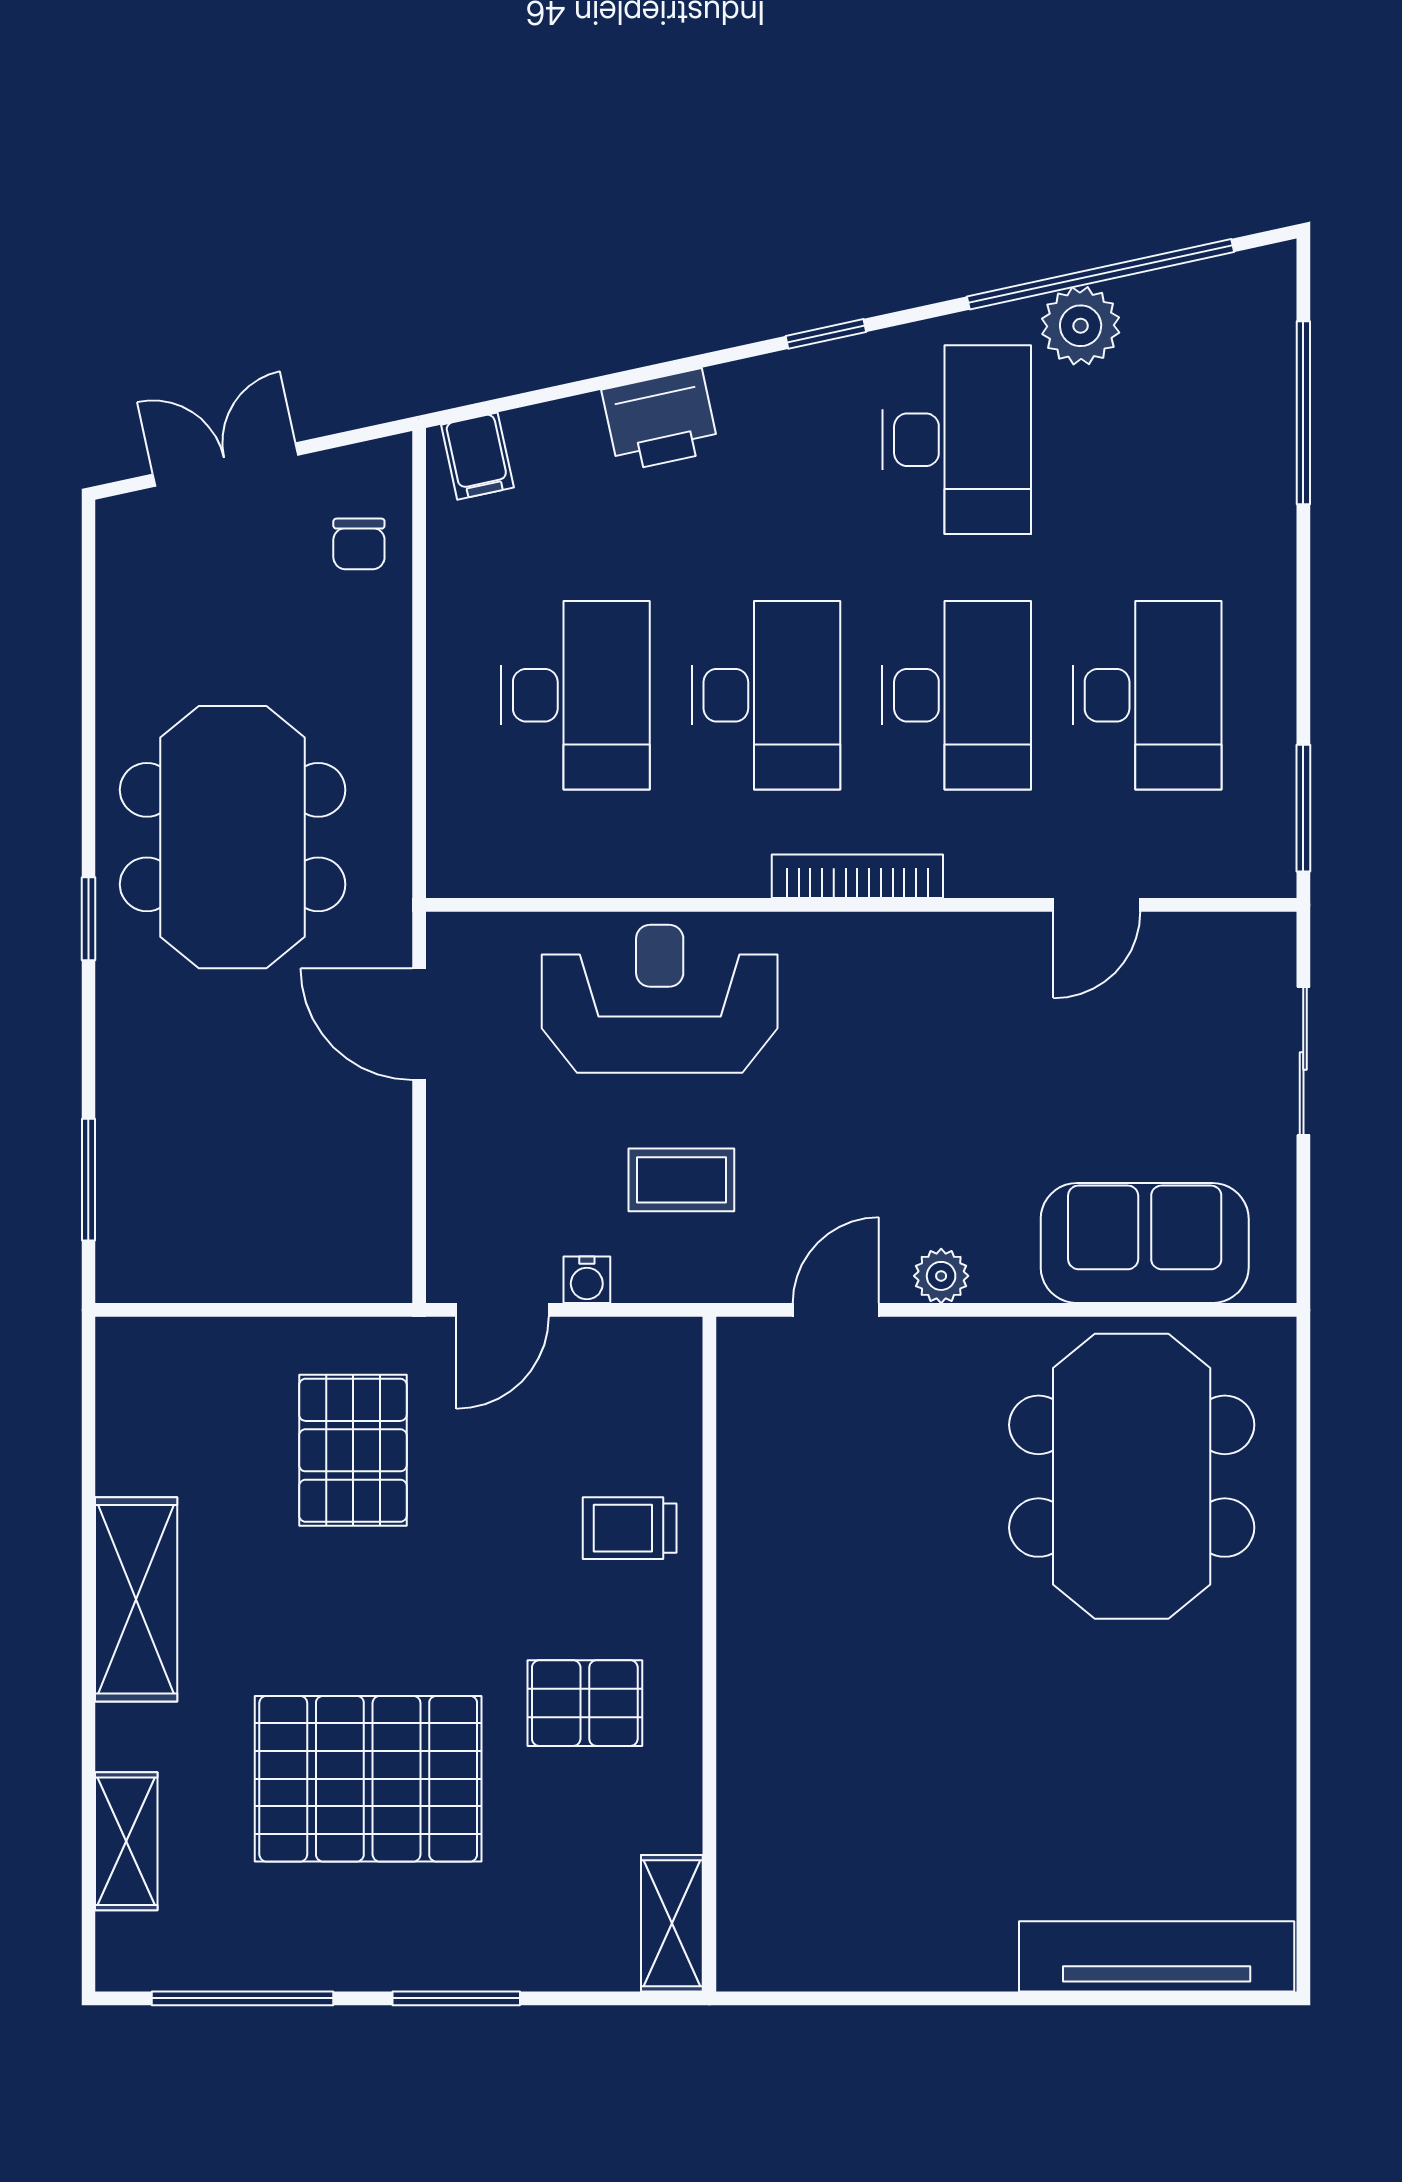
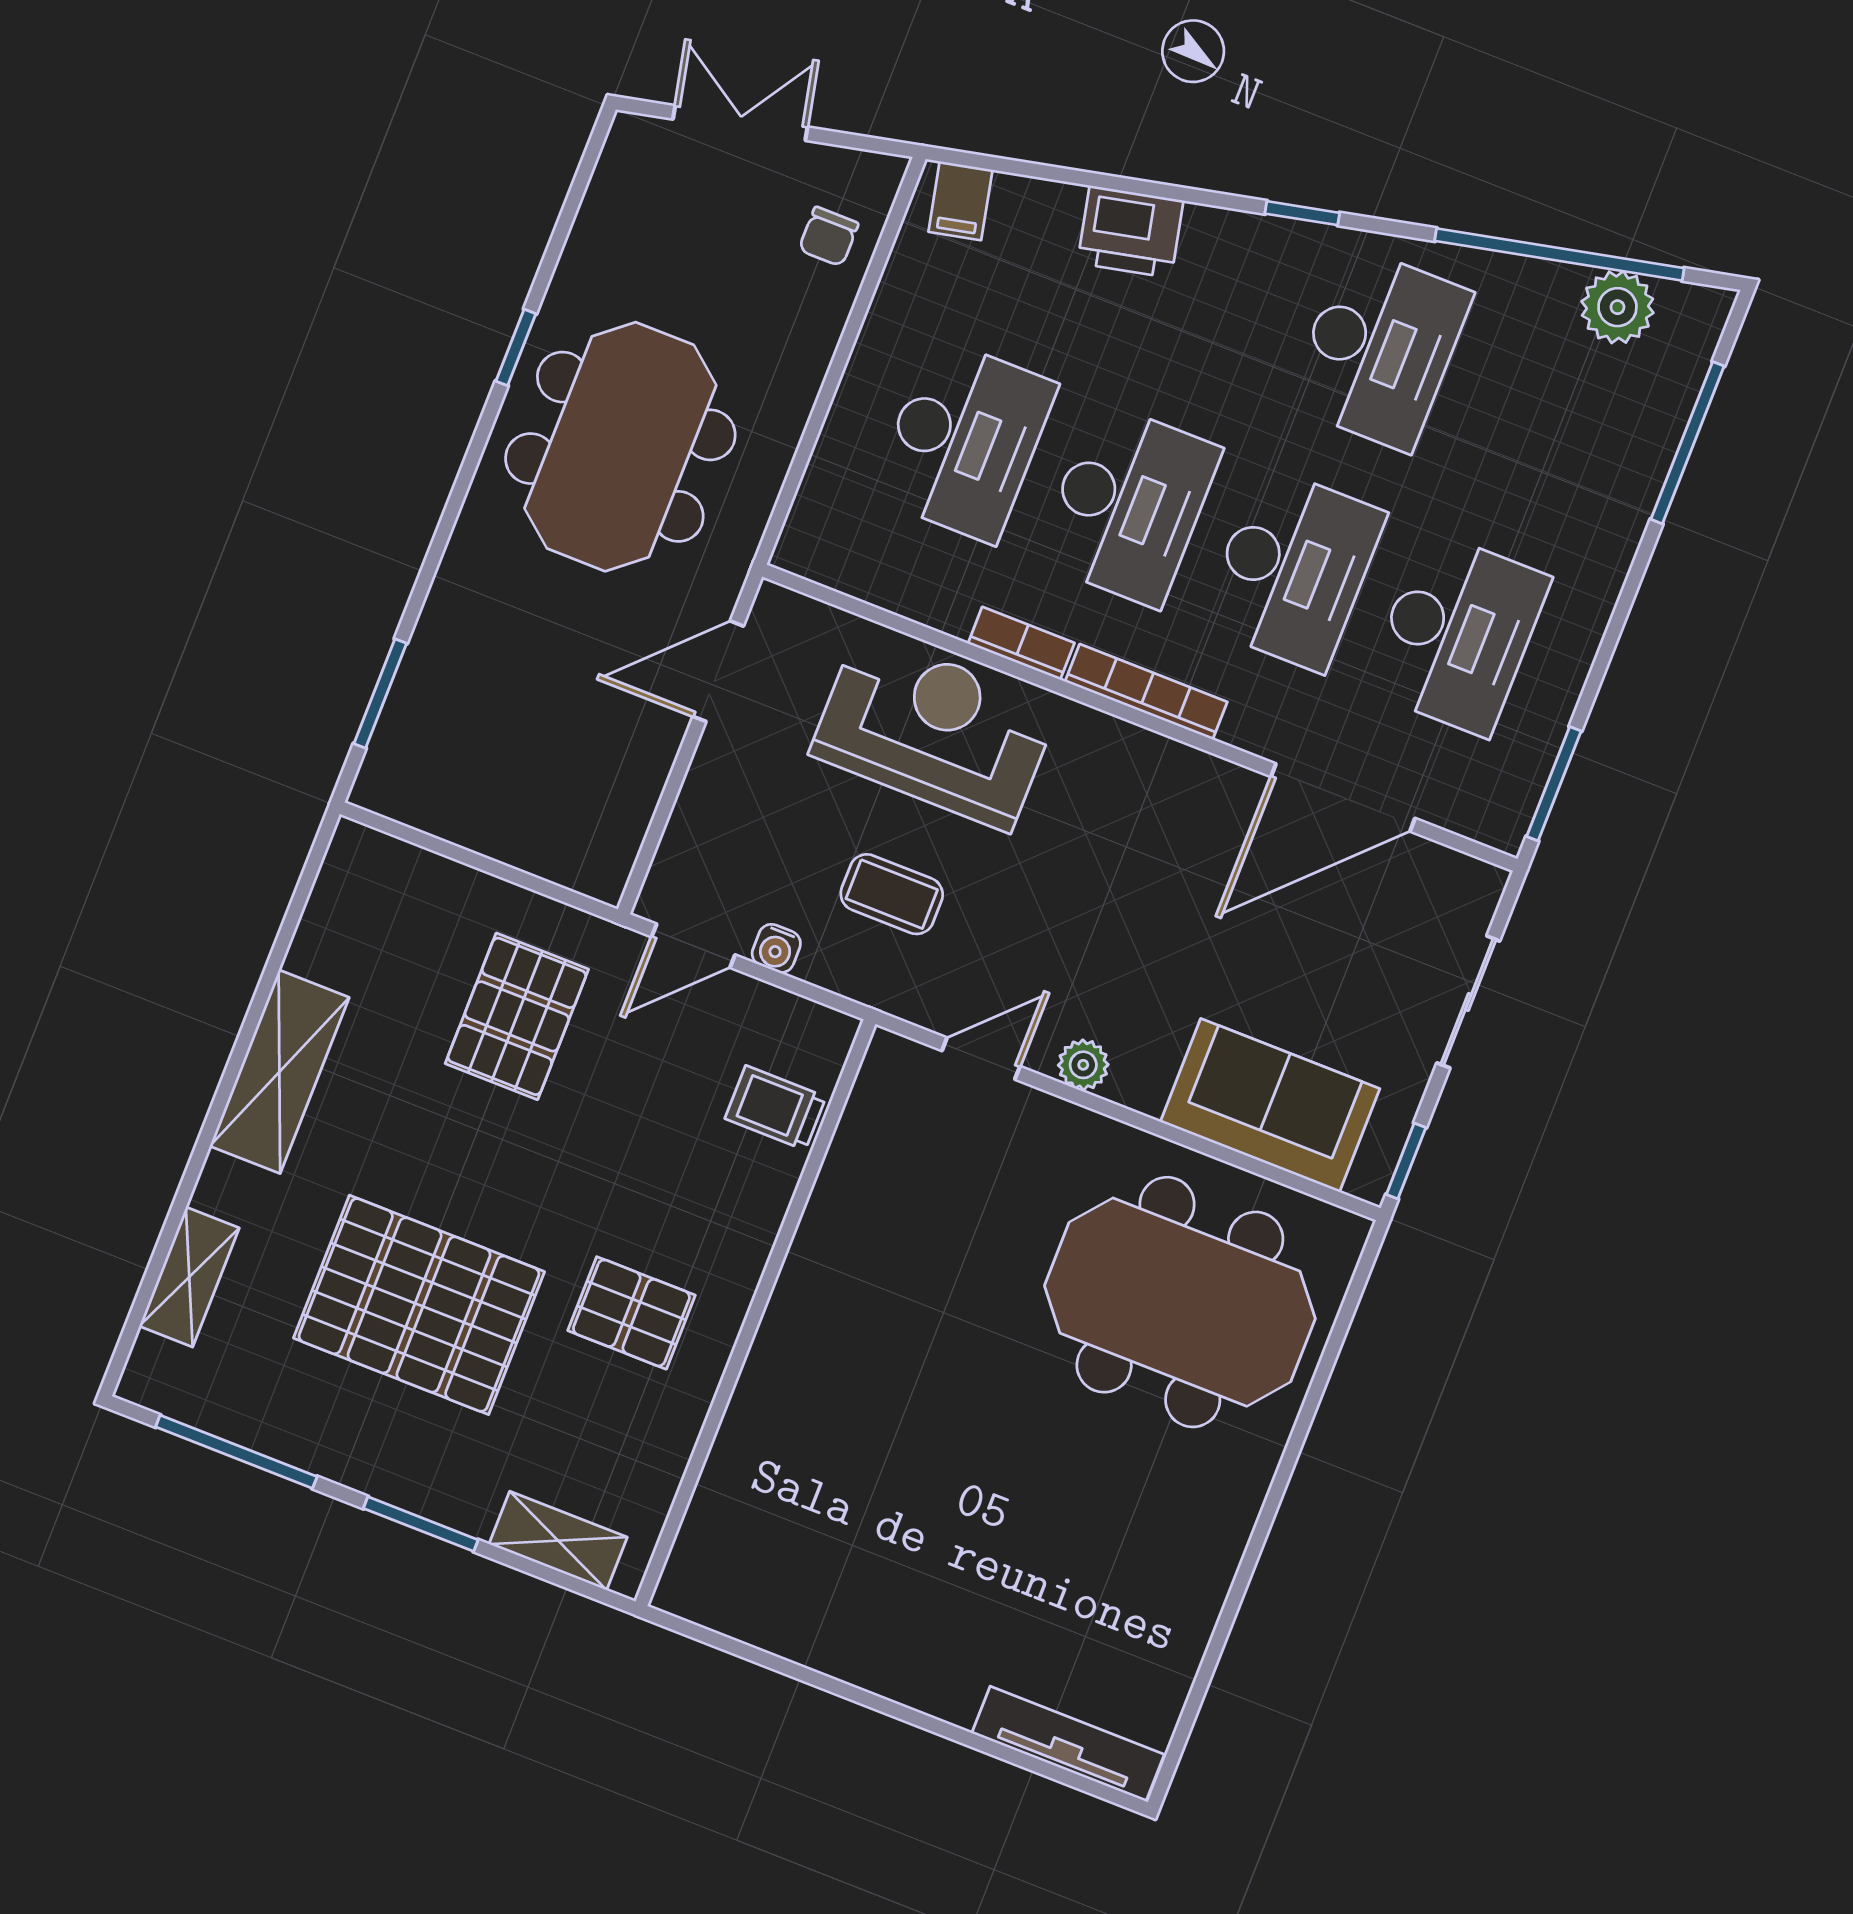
plant: (1081, 326) -> (1617, 307), moved
bookcase: (713, 877) -> (1021, 643), added
door: (1097, 905) -> (1343, 797), width x1.88
window: (88, 919) -> (516, 347), moved
door: (419, 1024) -> (718, 671), hinge flipped
window: (1303, 1245) -> (1406, 1161), added
meeting table: (1132, 1476) -> (1180, 1302), turned 90
trolley: (630, 1528) -> (775, 1108), moved
shelving: (672, 1923) -> (558, 1541), moved, turned 90
tv unit: (1157, 1956) -> (1068, 1744), width x0.73, depth x0.78

